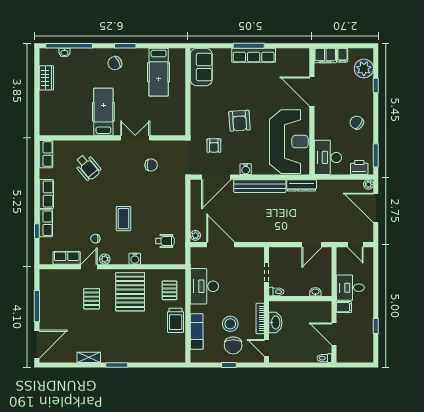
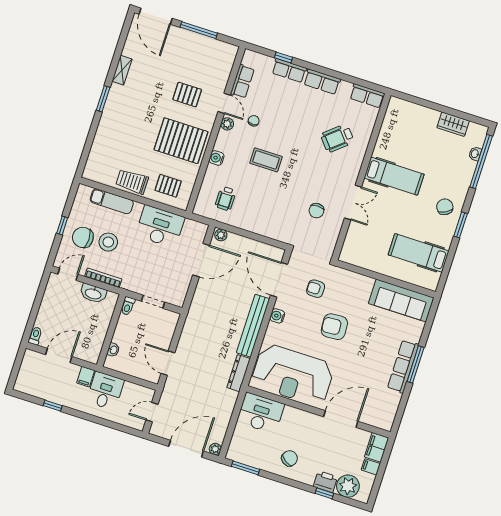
sofa: (201, 67) -> (401, 301), width x1.36
printer: (359, 167) -> (325, 482), moved, turned -90

